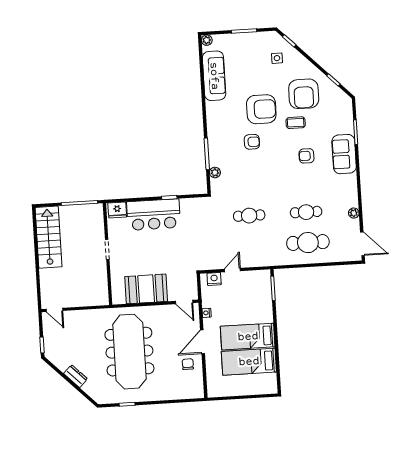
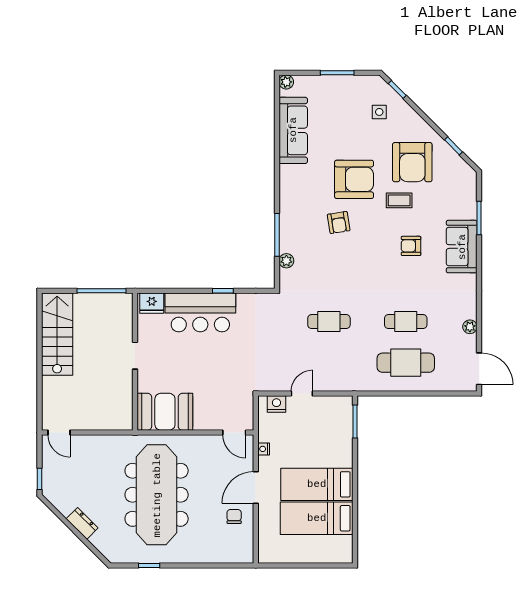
armchair: (252, 142) -> (339, 223), turned 81
booth: (146, 289) -> (165, 412), moved

